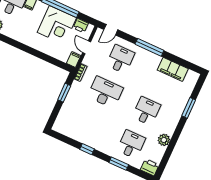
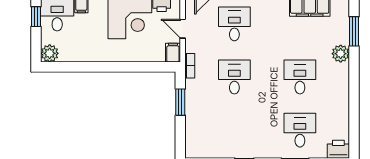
desk: (105, 92) -> (234, 77), width x0.73
window: (189, 108) -> (354, 31), moved
plant: (164, 140) -> (341, 54), moved

